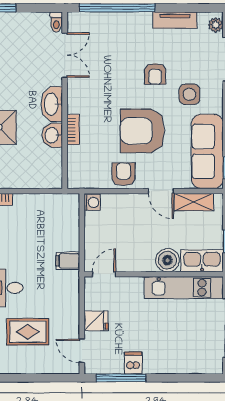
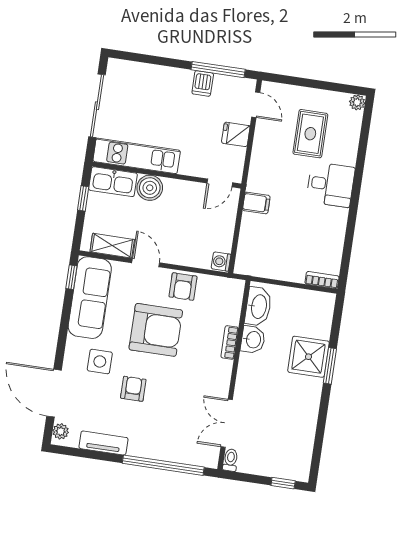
washbasin: (52, 104) -> (258, 306), moved
rug: (28, 332) -> (310, 134), turned 90

